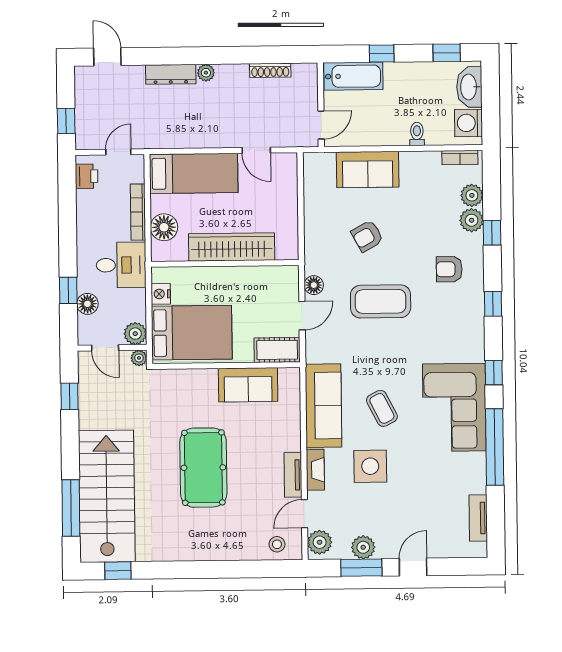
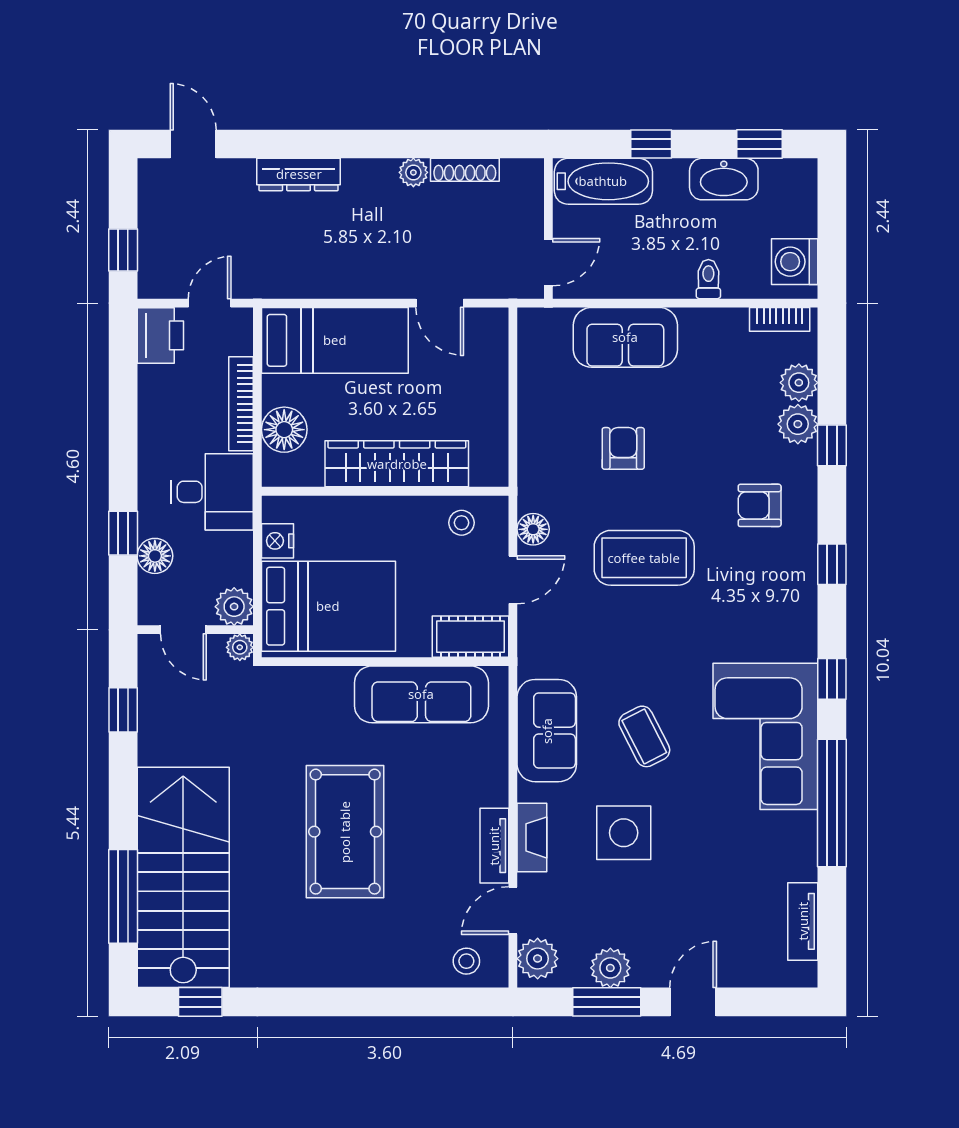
plant: (206, 73) -> (413, 172), moved
washbasin: (469, 87) -> (724, 179), moved, turned -90
printer: (86, 176) -> (160, 335), width x1.36, depth x1.24
armchair: (367, 236) -> (623, 448), turned 119
stool: (271, 282) -> (462, 523), added
sofa: (248, 385) -> (421, 694), width x1.36
sofa: (323, 406) -> (547, 731), width x0.73

